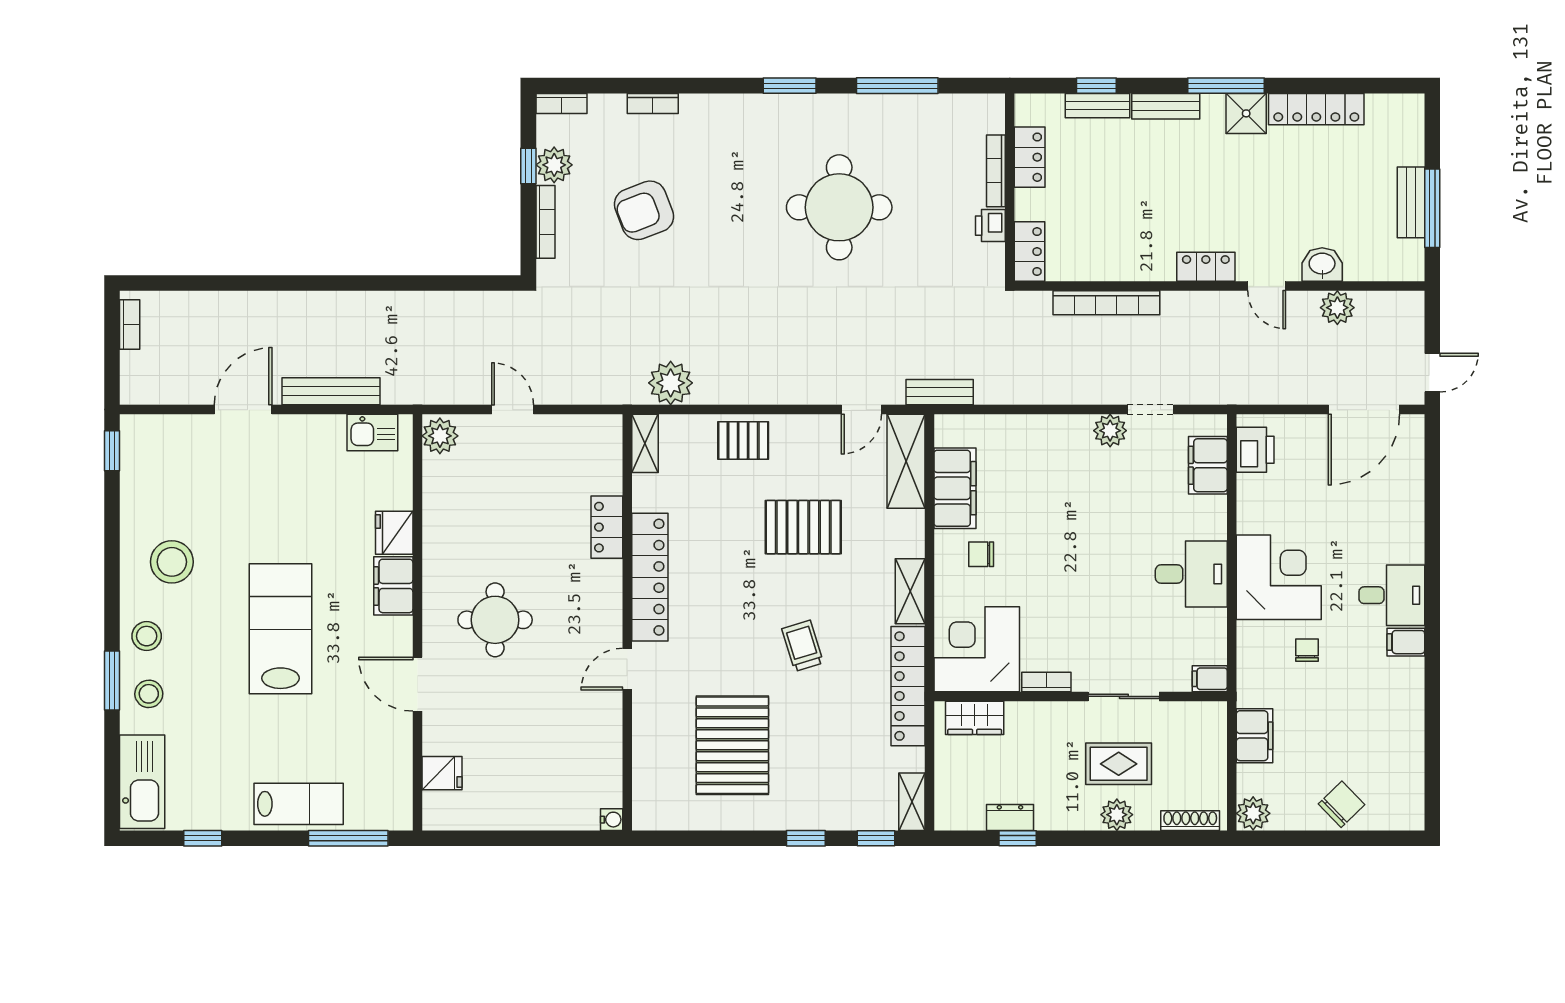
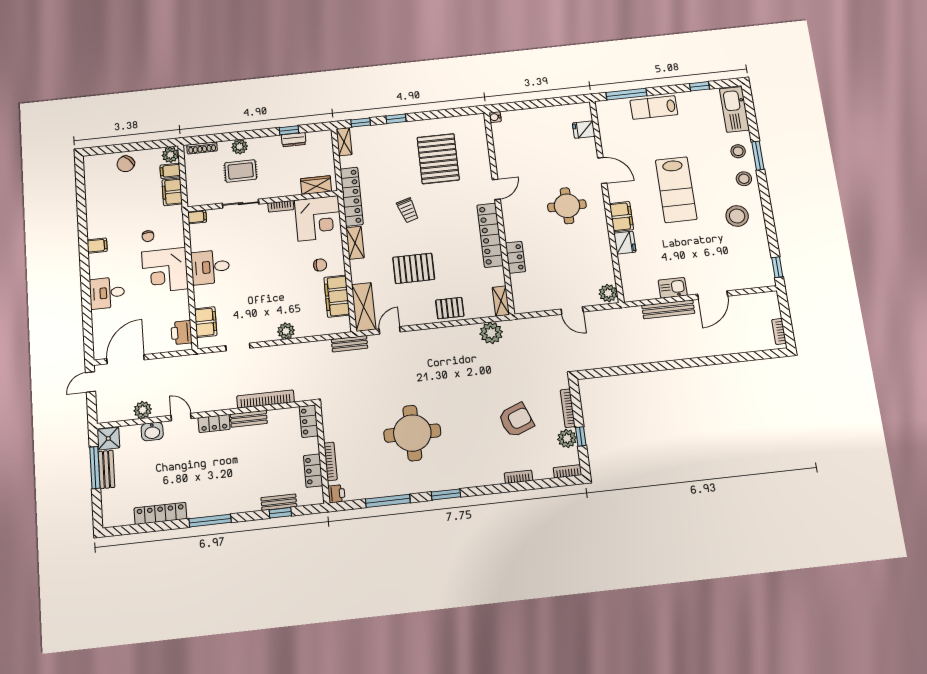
bench: (1166, 106) -> (249, 419), moved
shower: (1246, 113) -> (108, 439), moved
printer: (990, 226) -> (336, 494), moved
plant: (1110, 431) -> (286, 331), moved
kitchen sink: (372, 432) -> (673, 288), moved
desk: (1392, 595) -> (107, 293), moved
filing cabinet: (1256, 780) -> (170, 171), added

